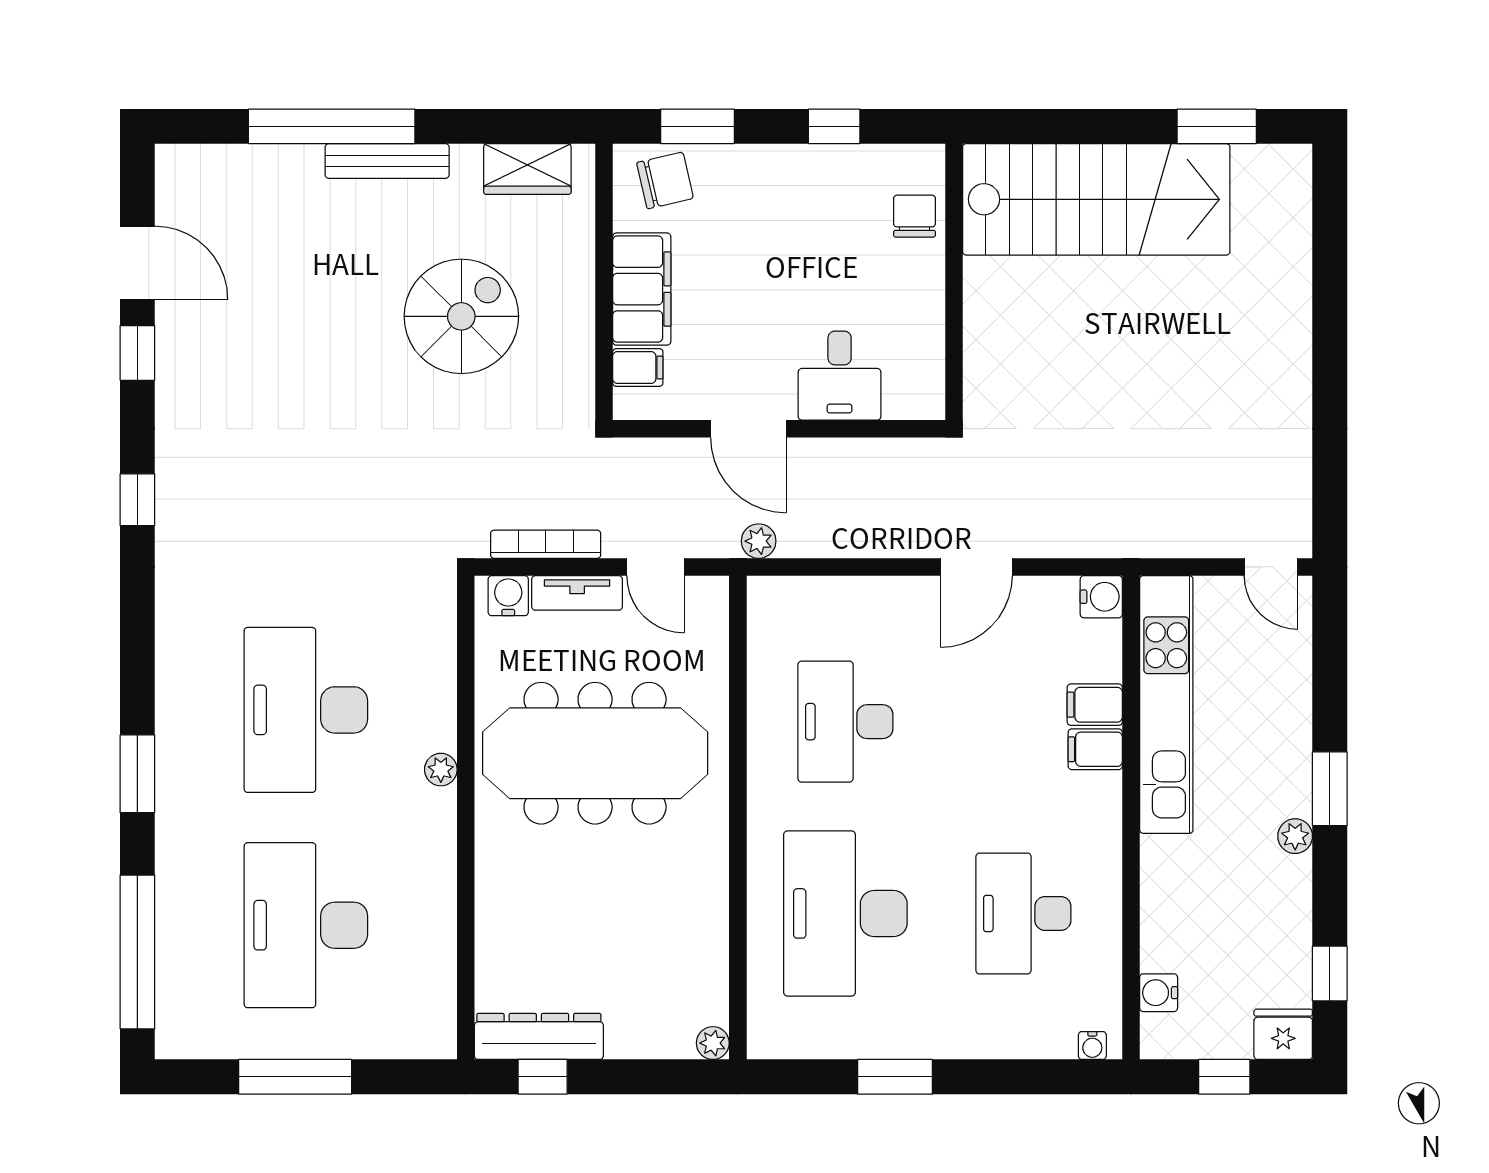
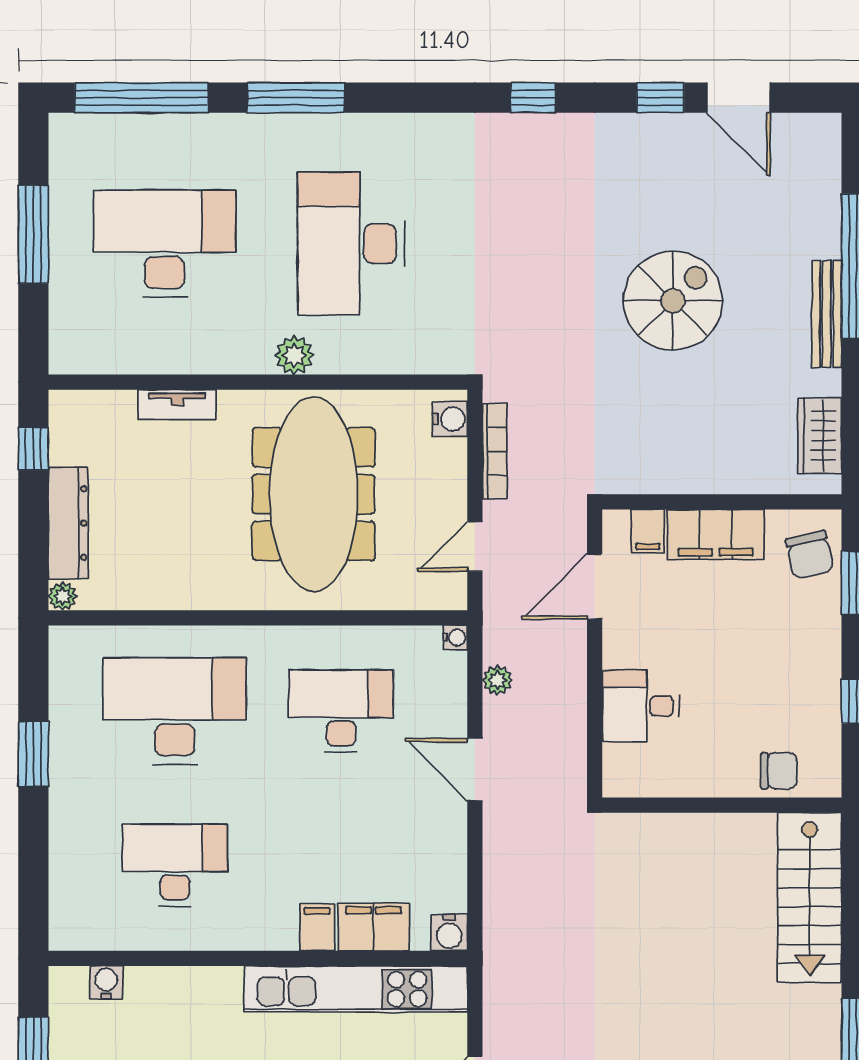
stairs: (1096, 199) -> (810, 897), width x0.73, depth x0.66
door: (137, 263) -> (739, 98), hinge flipped
spiral stairs: (461, 316) -> (673, 301), moved, turned -90
door: (748, 429) -> (595, 586), moved
plant: (759, 541) -> (497, 680), moved
door: (976, 567) -> (475, 770), moved
tv unit: (577, 593) -> (177, 405), moved, turned -90
filing cabinet: (1095, 705) -> (374, 927), width x2.00
desk: (306, 710) -> (351, 244), turned -90
plant: (441, 770) -> (294, 355), width x1.38, depth x1.38
window: (137, 774) -> (296, 98), width x1.44
dresser: (539, 1036) -> (68, 523), moved
water cooler: (1092, 1046) -> (455, 637), moved, turned 180

